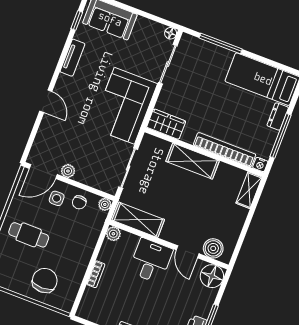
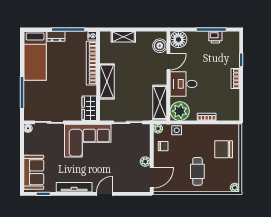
tv unit: (72, 58) -> (74, 187), width x1.41
door: (43, 172) -> (152, 178), hinge flipped
shelving: (249, 190) -> (123, 37), moved
side table: (57, 198) -> (177, 130), moved
plant: (113, 234) -> (180, 111), width x1.87, depth x1.87

